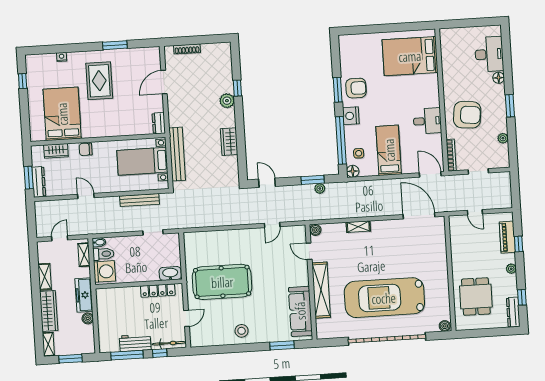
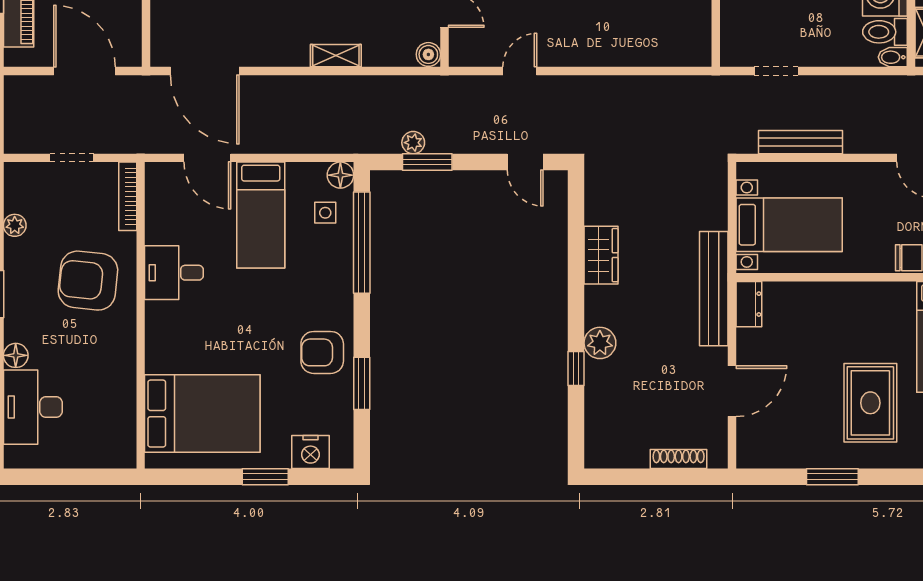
window: (379, 29) -> (265, 477), added
window: (338, 90) -> (362, 383), moved
nightstand: (351, 116) -> (310, 452), moved, turned 90
bench: (177, 154) -> (714, 289), moved
door: (430, 174) -> (207, 158), moved
door: (475, 212) -> (84, 71), width x1.88

